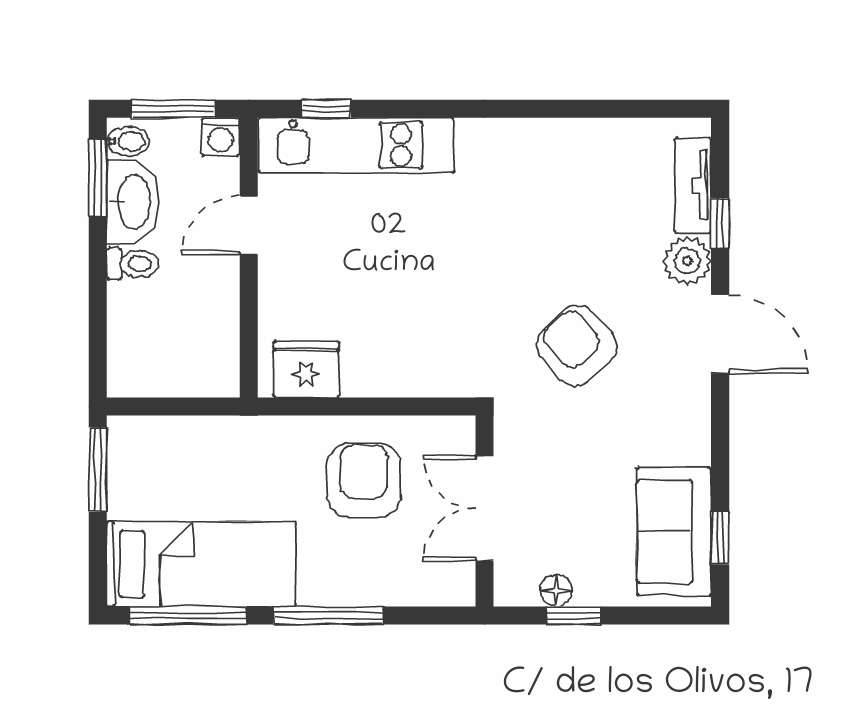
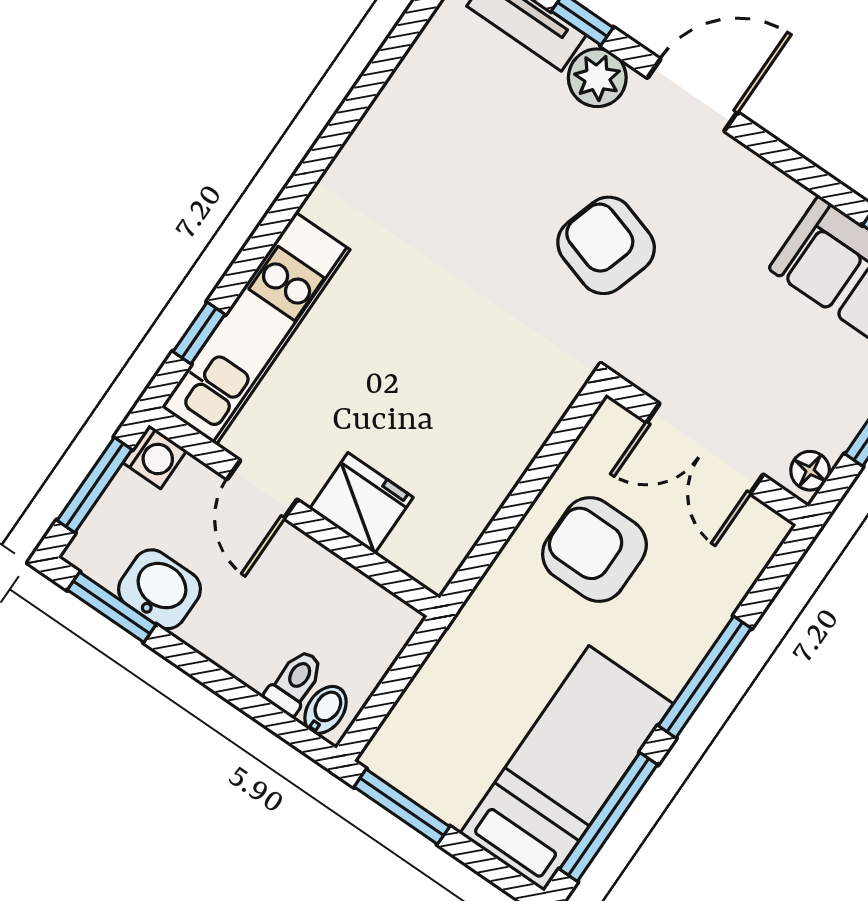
bidet: (128, 141) -> (326, 710), moved
washbasin: (133, 202) -> (159, 589), width x0.72
toilet: (132, 264) -> (295, 682), moved
armchair: (577, 346) -> (606, 245), turned 59
fridge: (306, 369) -> (361, 503), moved, turned 90
floor lamp: (556, 591) -> (810, 471), moved

